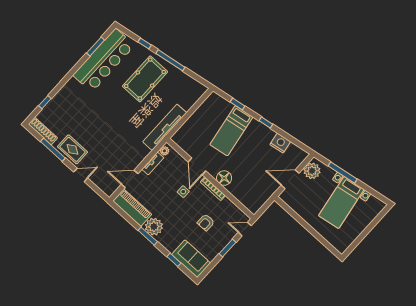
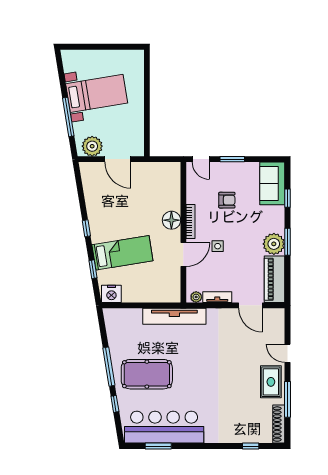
nightstand: (280, 143) -> (111, 294), moved, turned -81

